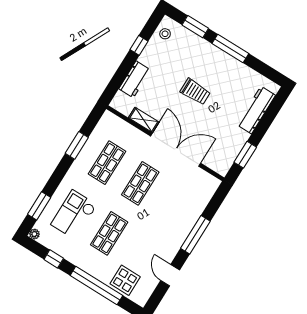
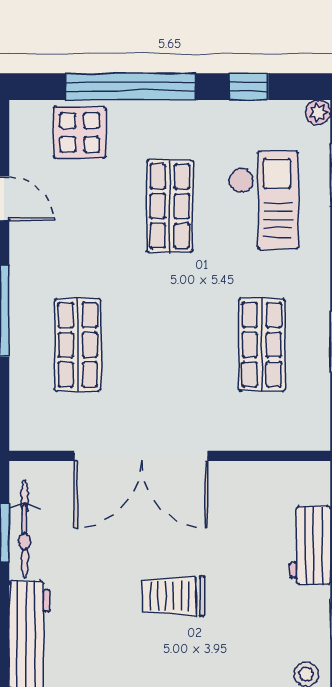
shelving: (144, 120) -> (242, 476), removed
bicycle: (234, 149) -> (25, 530), added
shop shelf: (140, 183) -> (78, 345), moved

